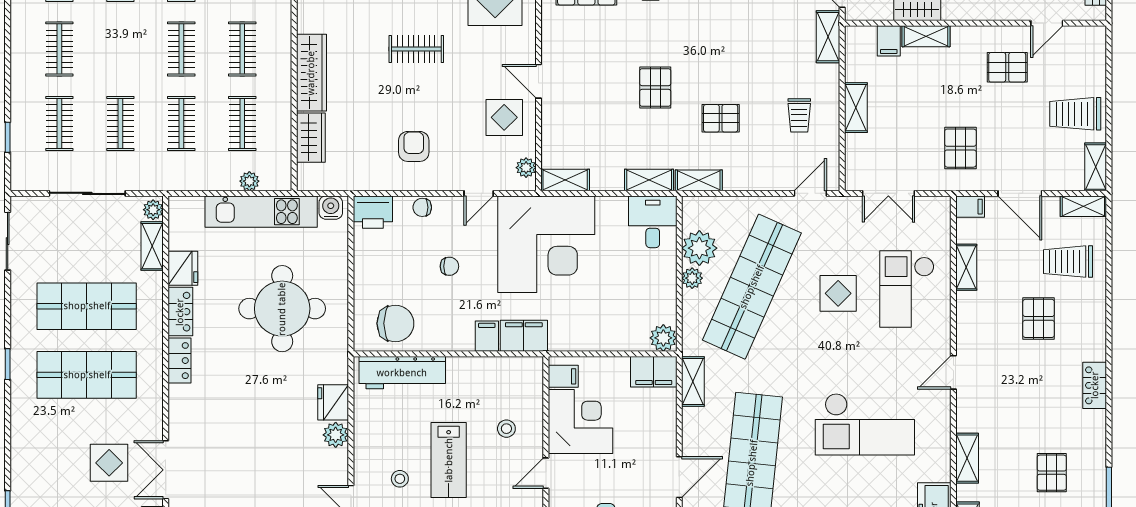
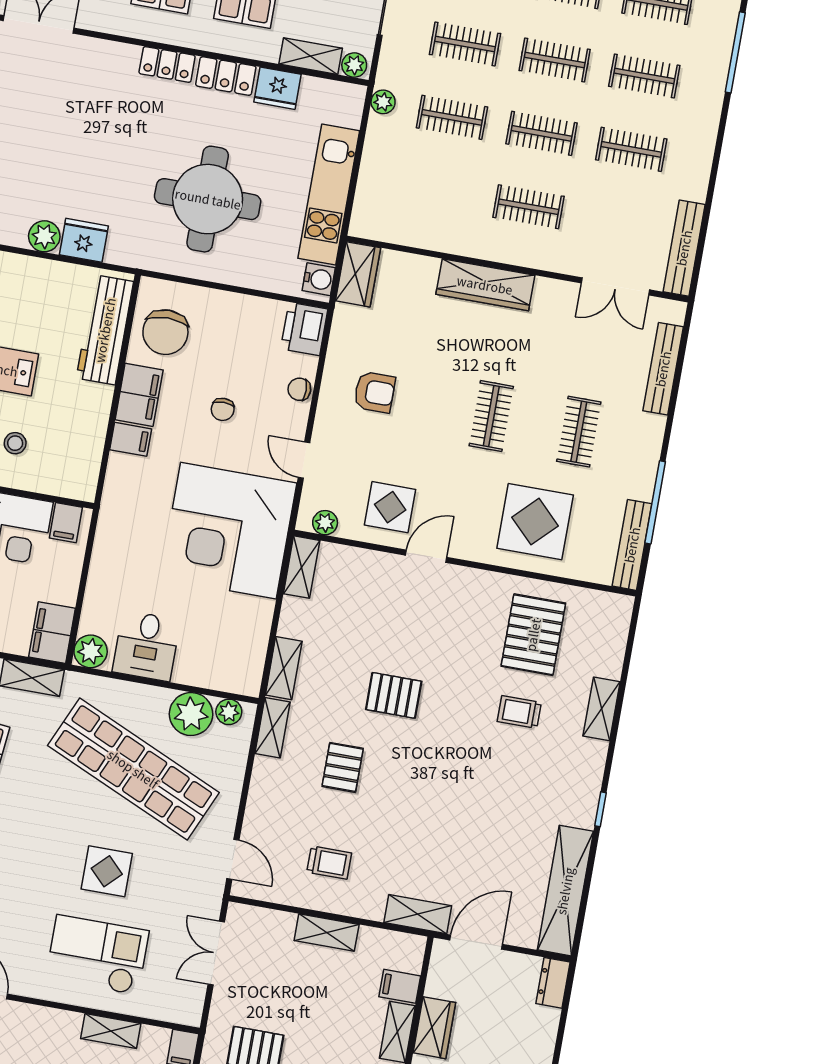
trolley: (799, 115) -> (329, 863), turned 180
clothes rail: (242, 123) -> (555, 60), moved
wardrobe: (311, 138) -> (358, 274), moved, turned -90
plant: (249, 181) -> (383, 102), moved
chair: (422, 207) -> (299, 389), turned -91
desk: (653, 222) -> (146, 646), moved, turned 90
plant: (692, 278) -> (229, 712), moved
filing cabinet: (524, 336) -> (139, 395), moved

